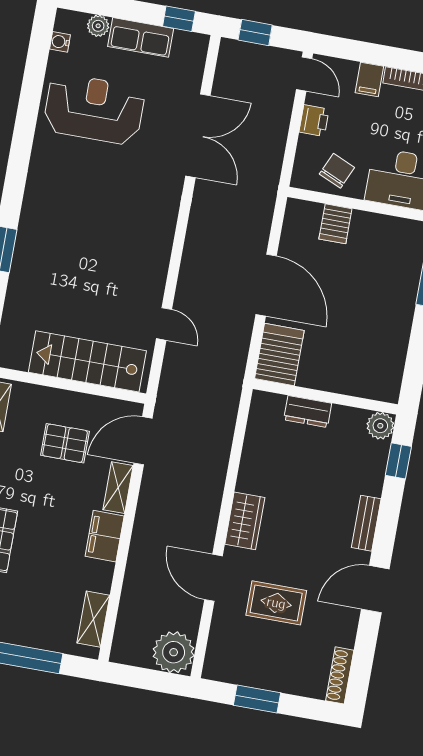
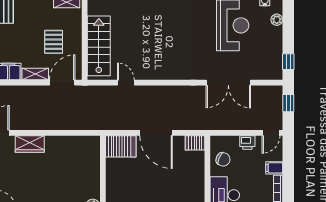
row of seats: (141, 37) -> (275, 43), removed
server rack: (335, 224) -> (195, 143), moved
door: (266, 285) -> (156, 133), hinge flipped
door: (164, 324) -> (126, 83), swing flipped
dresser: (308, 411) -> (93, 167), removed
door: (143, 441) -> (62, 83), hinge flipped

